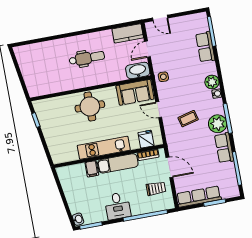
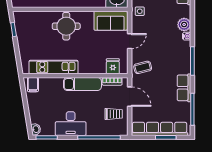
door: (159, 110) -> (130, 41), swing flipped
coffee table: (188, 119) -> (143, 67), moved
plant: (218, 124) -> (182, 64), removed
kitchen unit: (104, 148) -> (53, 67), moved
filing cabinet: (92, 169) -> (33, 85), moved
row of seats: (199, 197) -> (160, 129), width x1.36
desk: (117, 206) -> (71, 124), width x1.37

